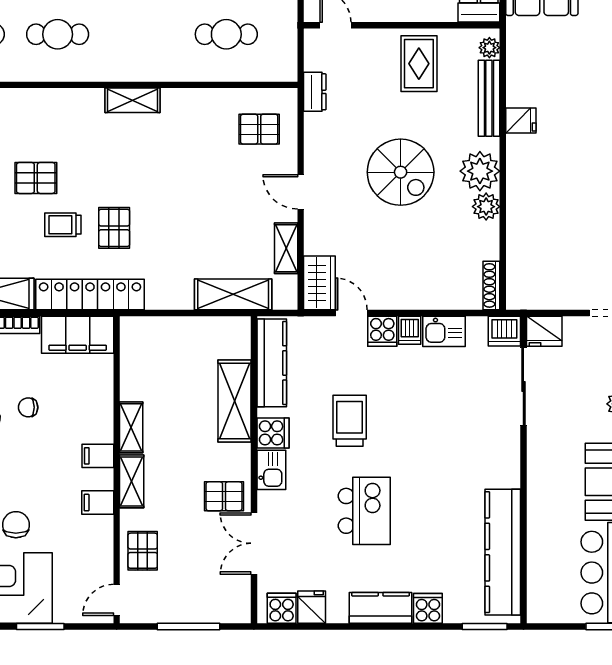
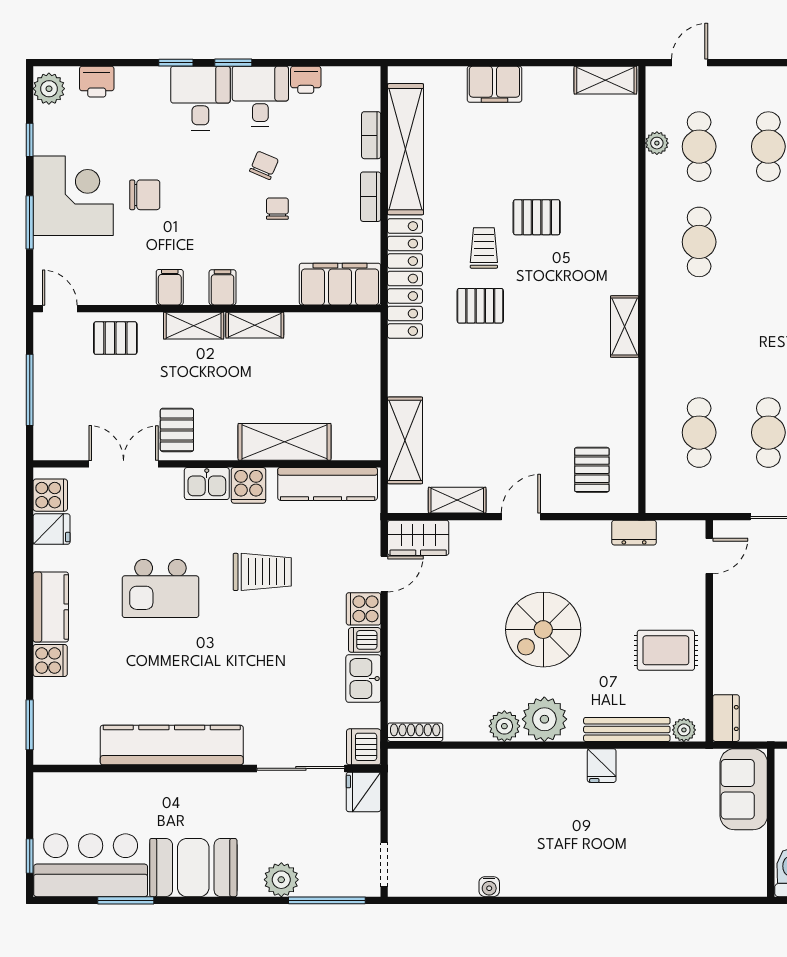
pallet: (36, 178) -> (537, 217), turned 90
filing cabinet: (78, 335) -> (340, 284), moved, turned 90
kitchen counter: (503, 552) -> (172, 745), moved

